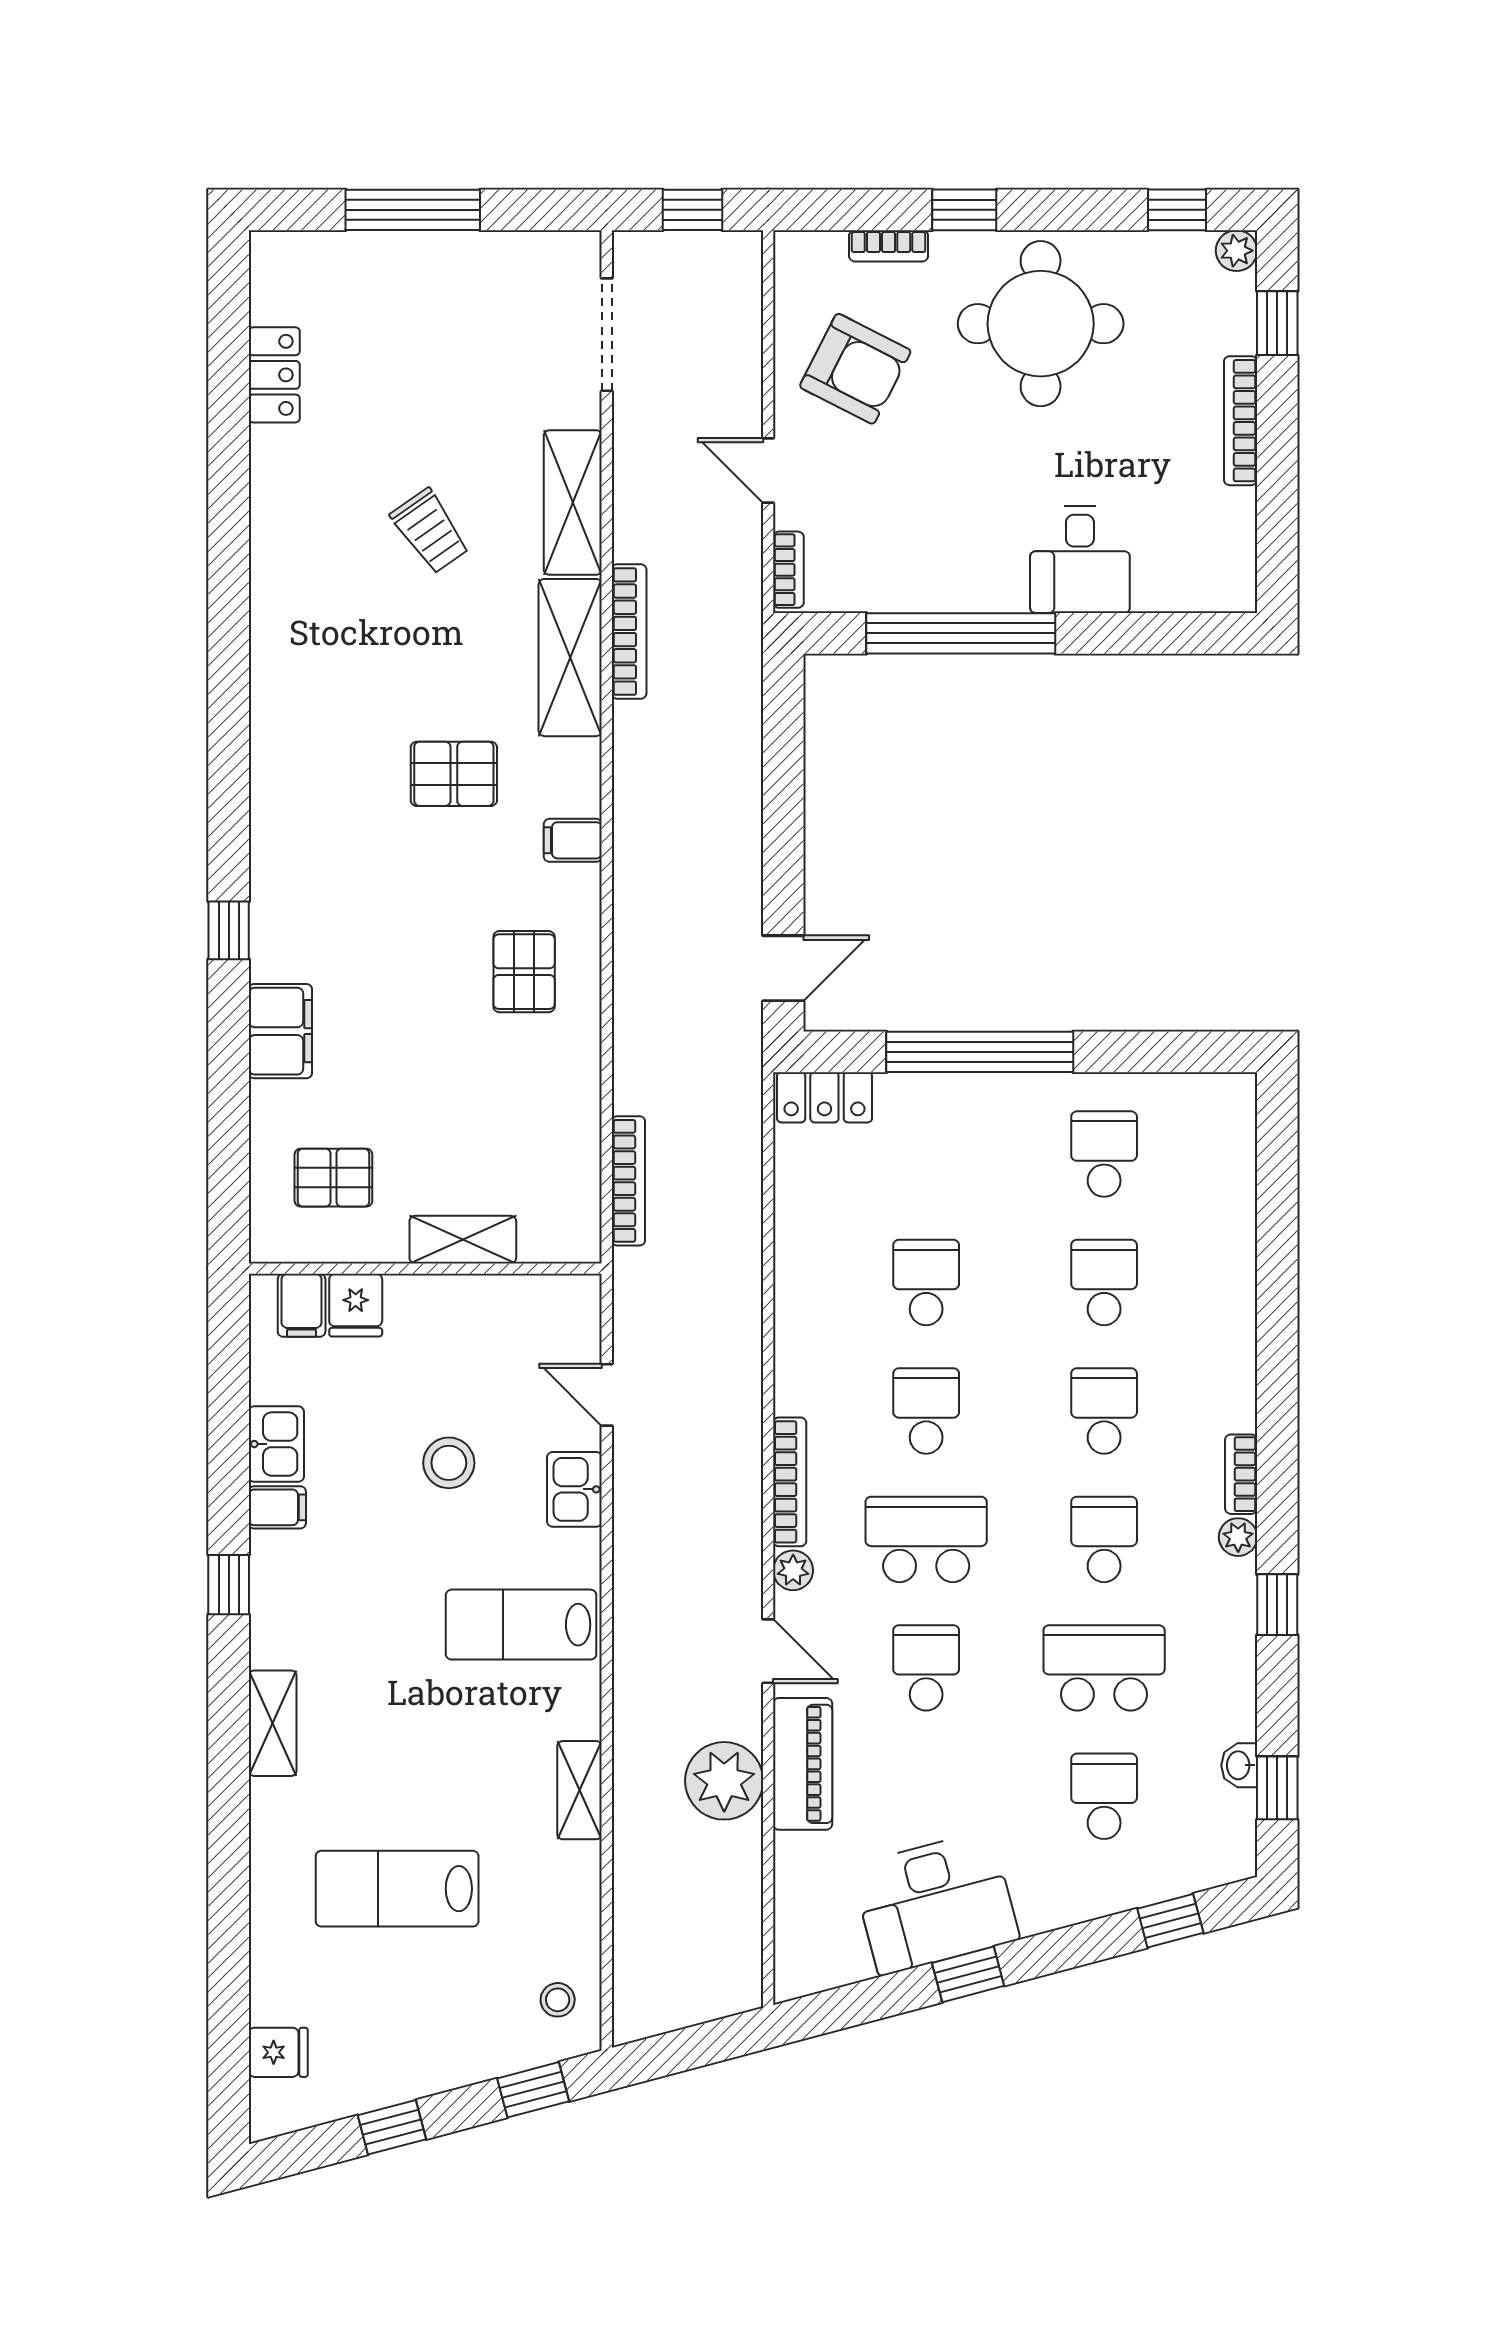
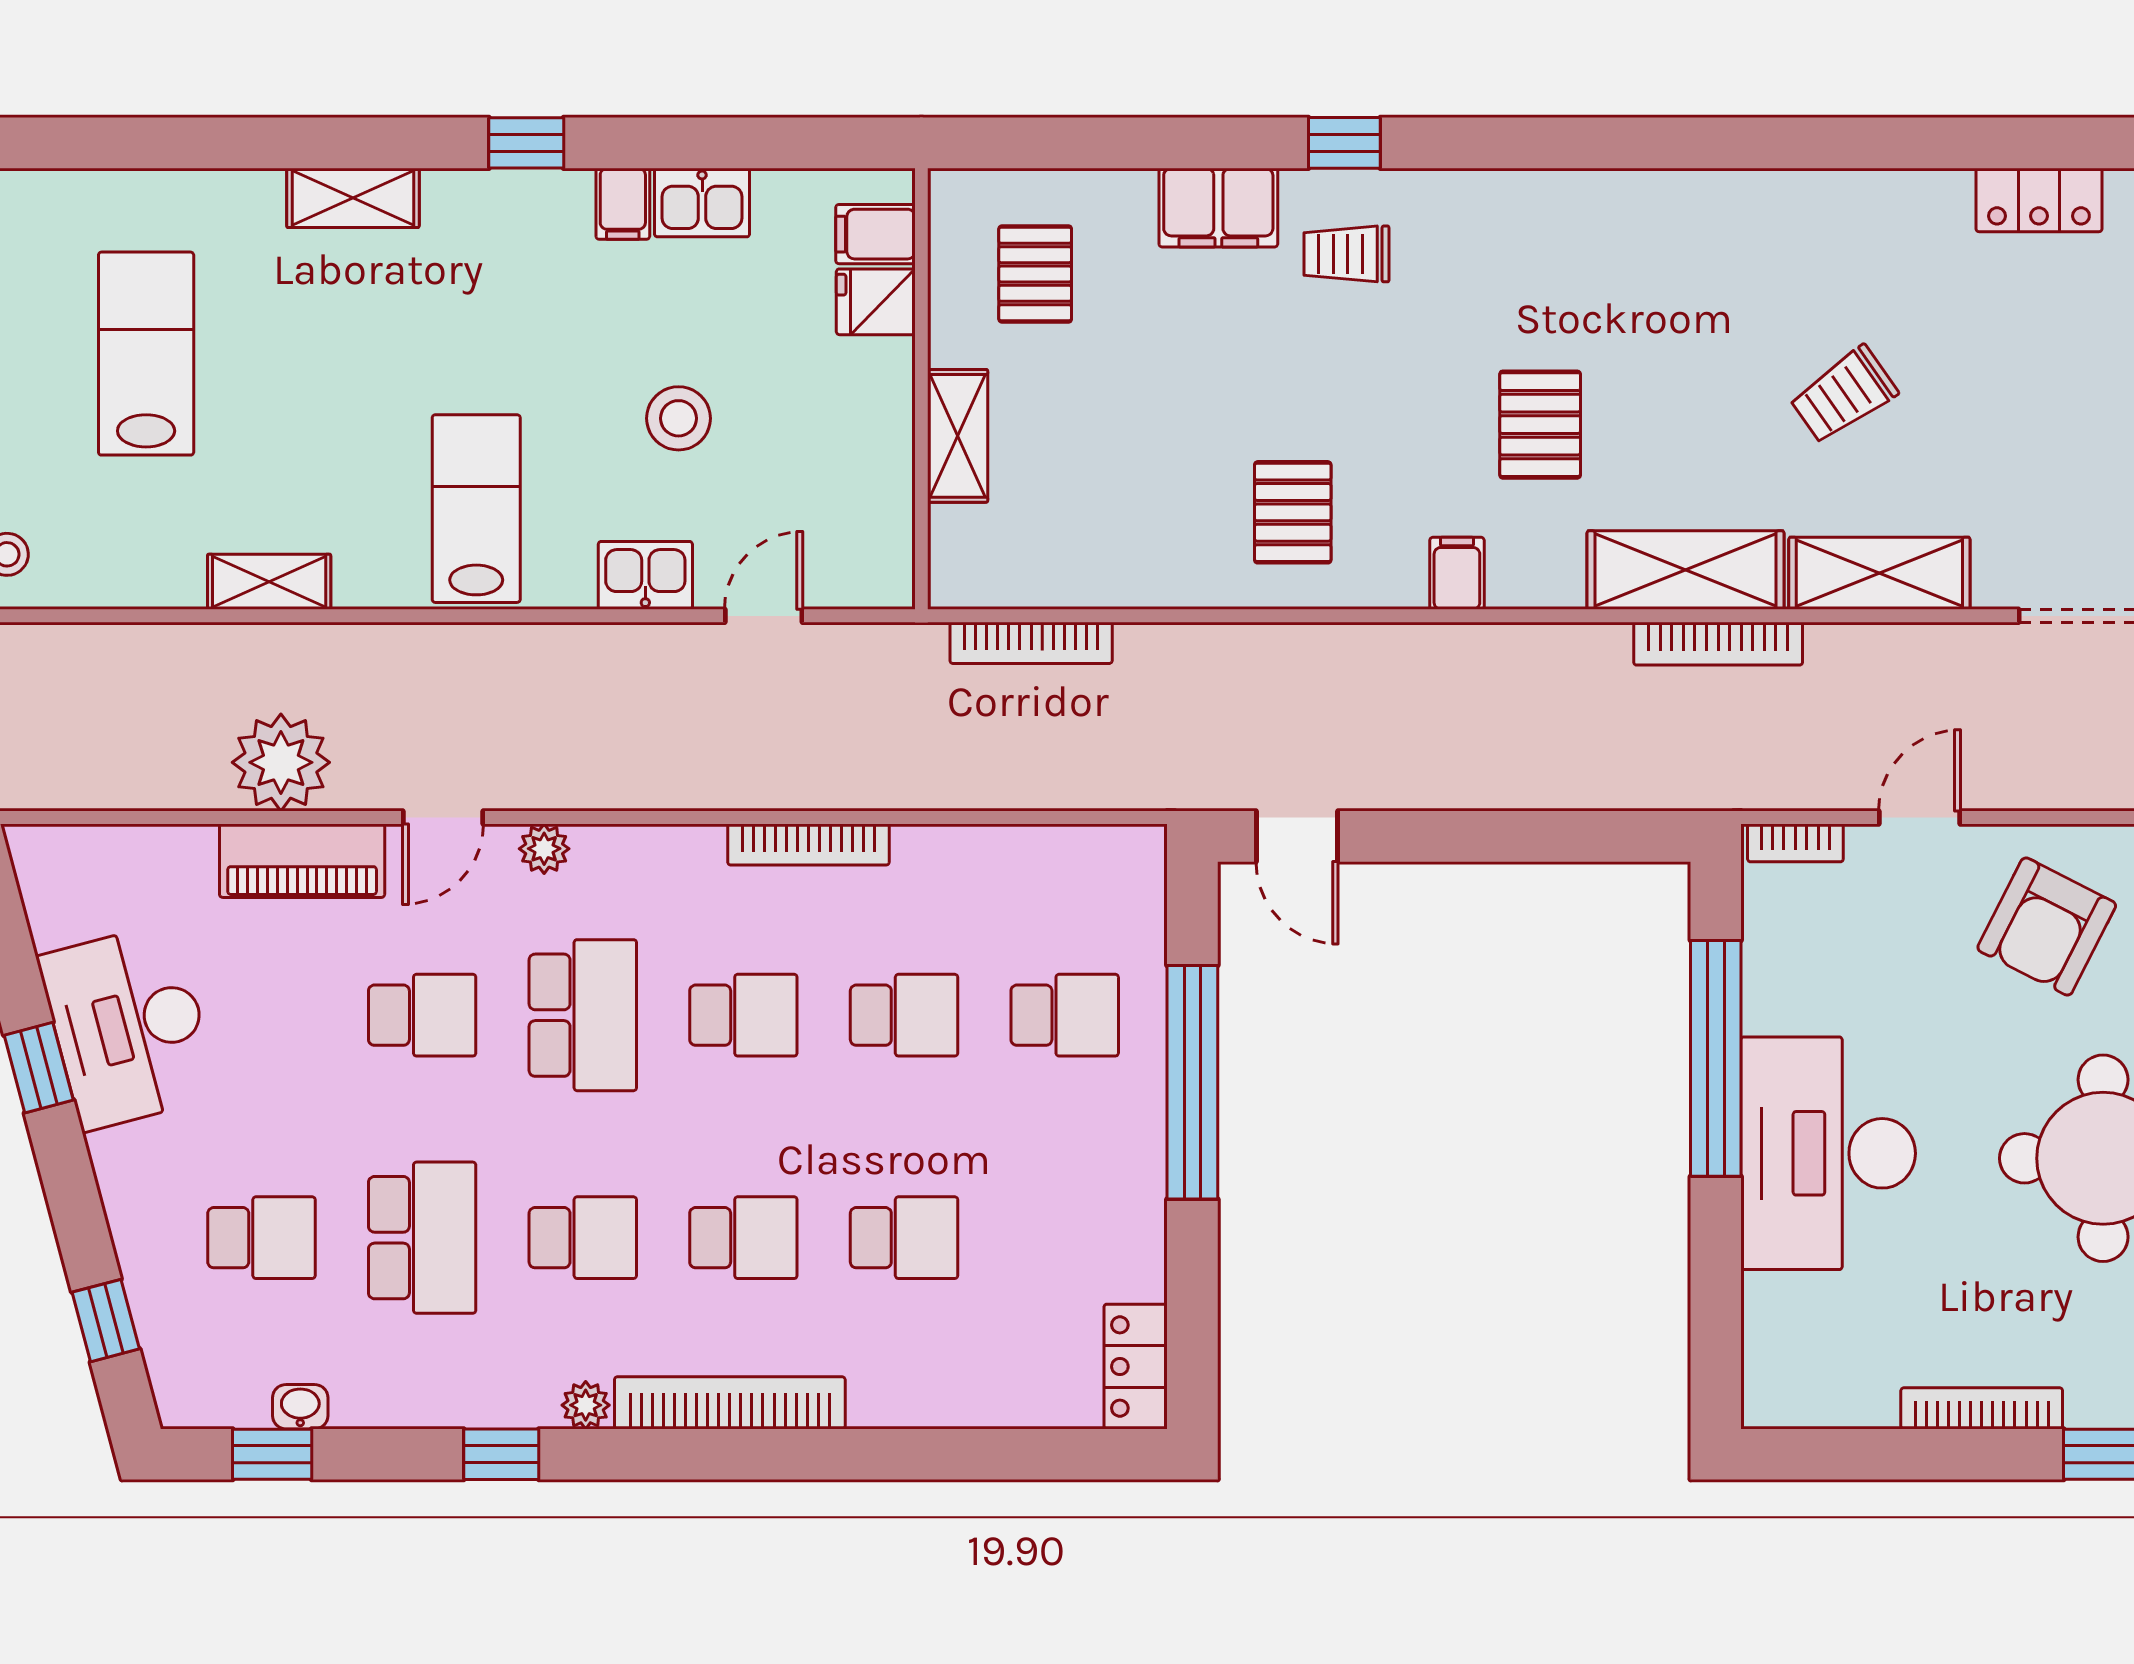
desk: (1080, 560) -> (1828, 1153), width x1.87, depth x1.30
trolley: (317, 929) -> (1347, 254), added
pallet: (524, 972) -> (1293, 512), turned 90
locker: (824, 1097) -> (1136, 1367), moved
school desk: (1104, 1154) -> (1065, 1015), moved
bookcase: (1241, 1474) -> (730, 1403), width x2.31, depth x1.31
bookcase: (790, 1482) -> (808, 844), moved

